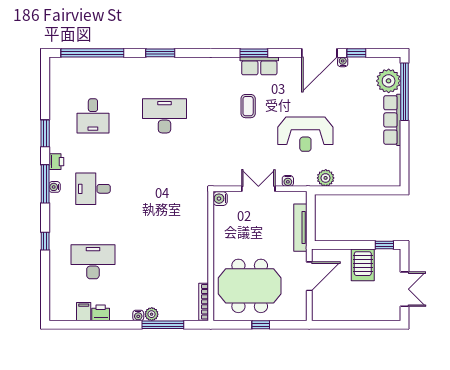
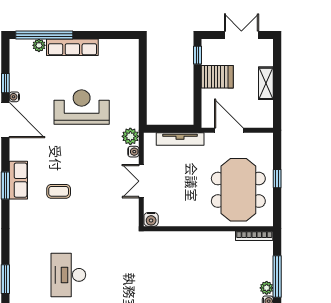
plant: (389, 81) -> (39, 45), width x0.53, depth x0.53
reception desk: (305, 134) -> (82, 107), moved, turned -90
plant: (326, 178) -> (130, 136), moved
shelving: (356, 313) -> (266, 83), added

